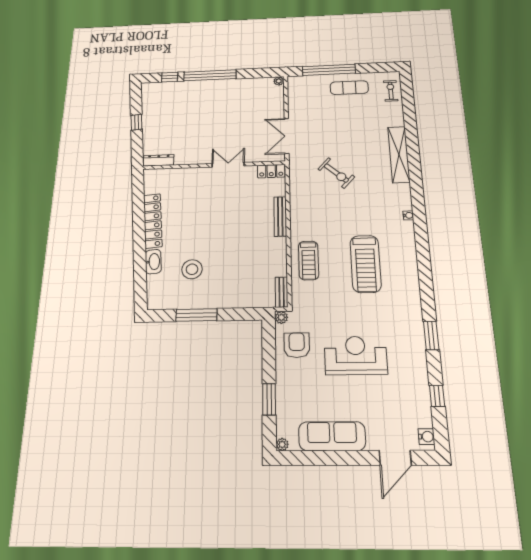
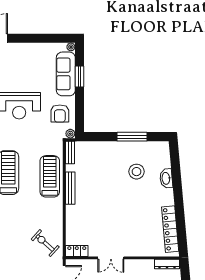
exercise bike: (336, 173) -> (45, 243), moved
bench: (280, 216) -> (70, 188), moved
locker: (153, 221) -> (170, 229), moved
treadmill: (309, 260) -> (50, 176), width x1.37, depth x1.38
sofa: (332, 436) -> (66, 74), moved, turned 90

